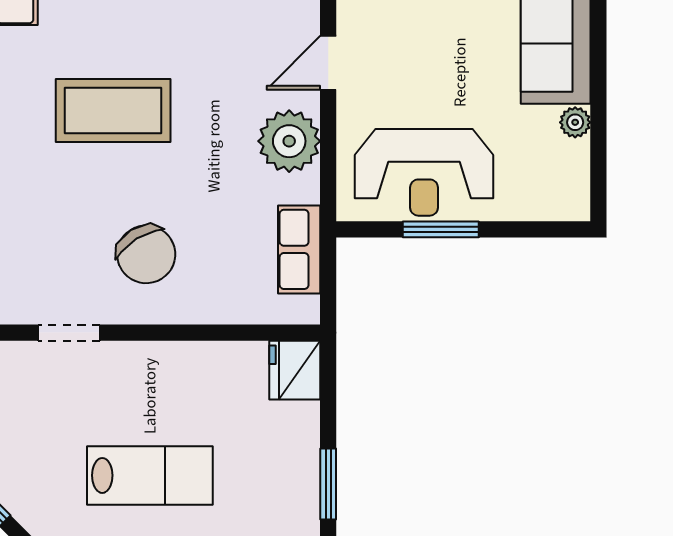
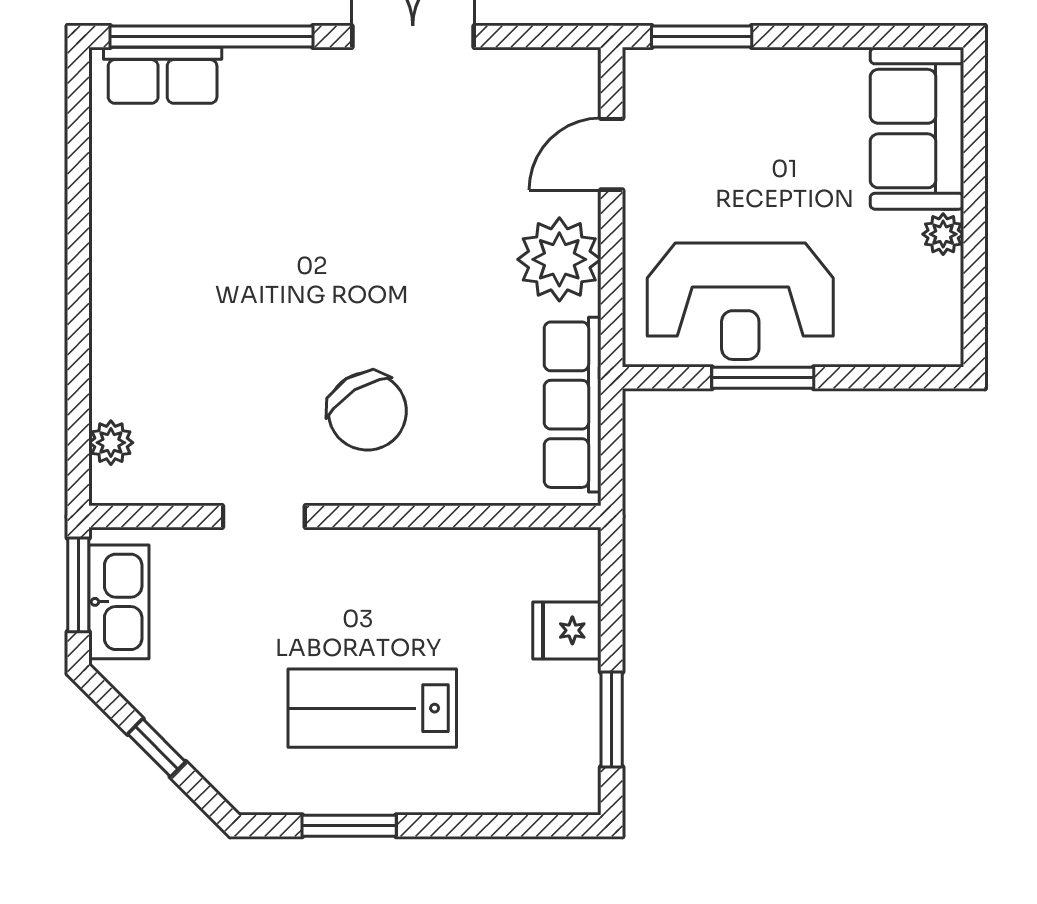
coffee table: (113, 111) -> (323, 218), removed
row of seats: (299, 249) -> (573, 405), width x1.48
fridge: (295, 370) -> (567, 630), moved, width x0.72
lab bench: (150, 475) -> (372, 708), turned 180

